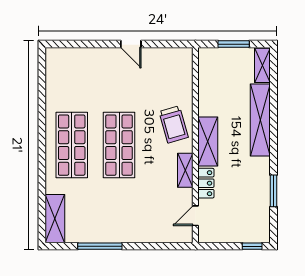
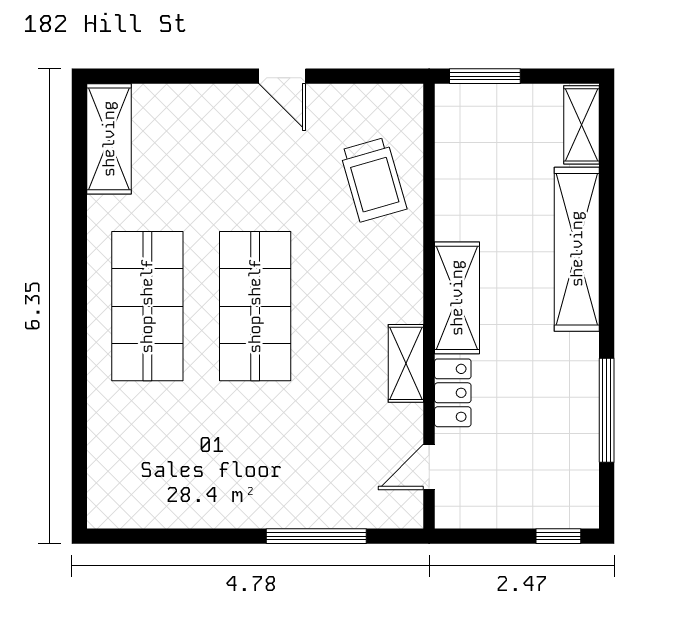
window: (234, 44) -> (485, 76), moved
trolley: (174, 124) -> (373, 180), moved
window: (273, 191) -> (607, 410), width x1.44
shelving: (55, 219) -> (109, 139), moved
window: (100, 246) -> (316, 536), moved

